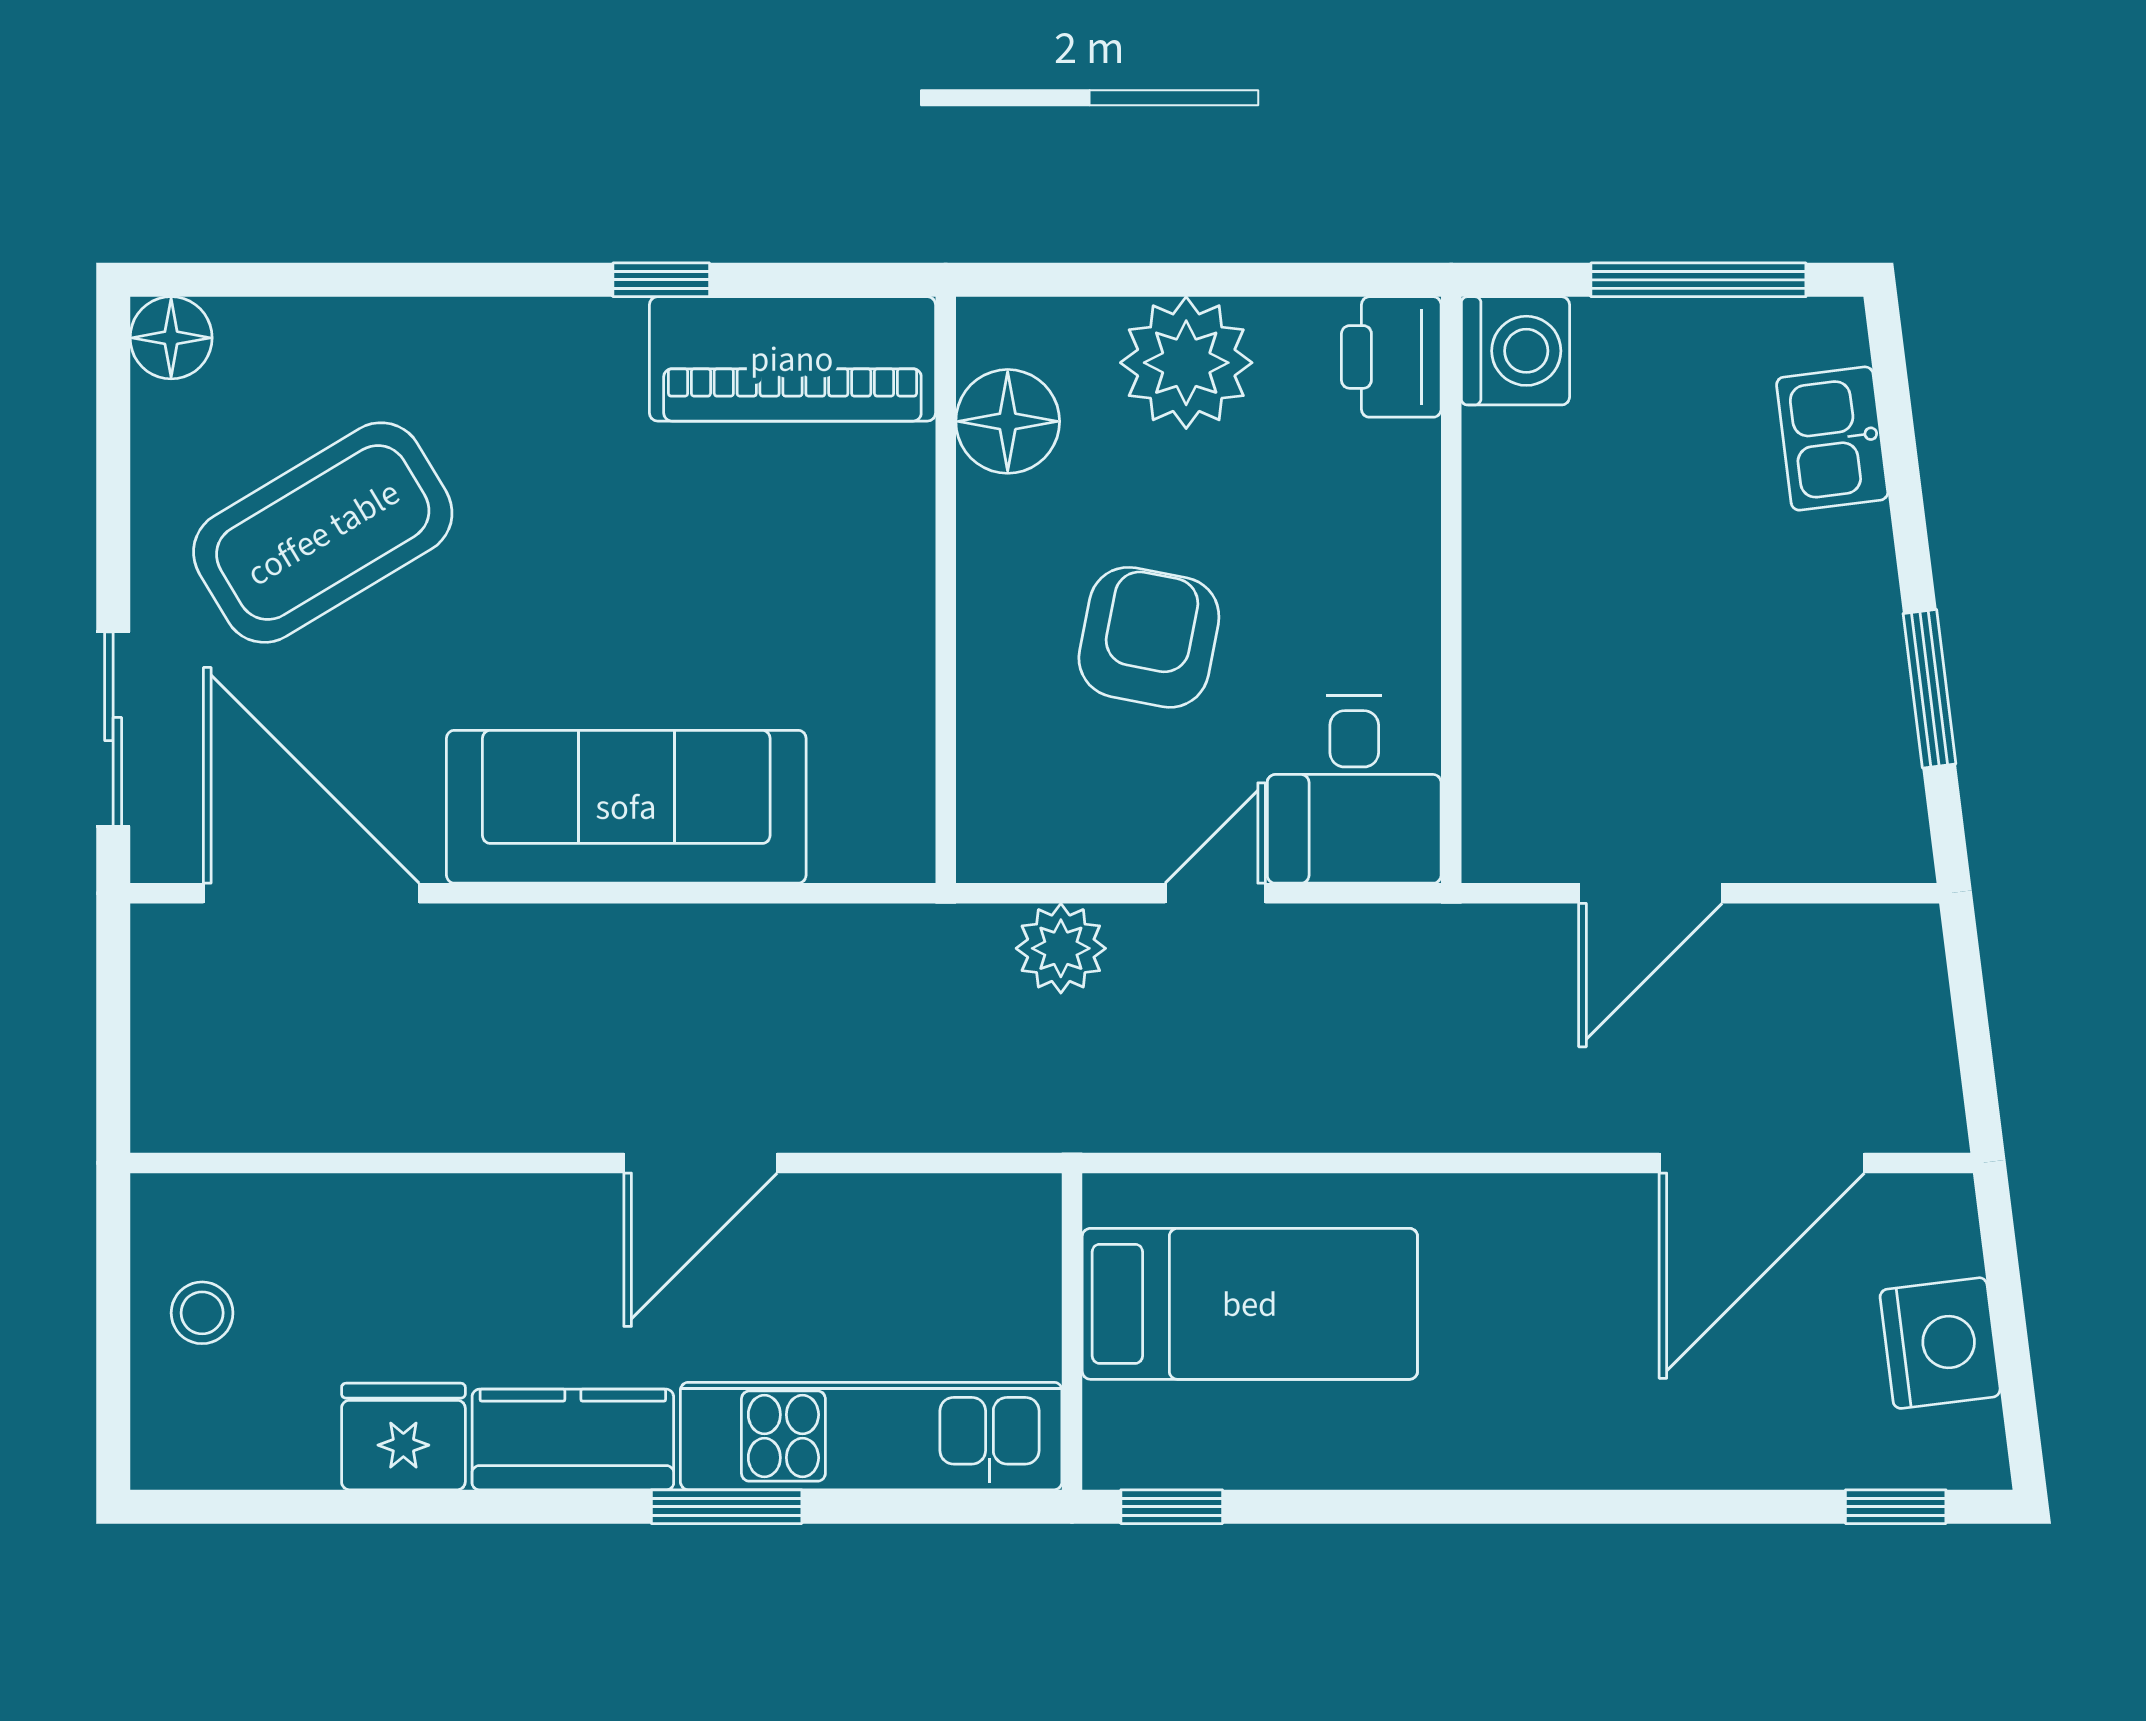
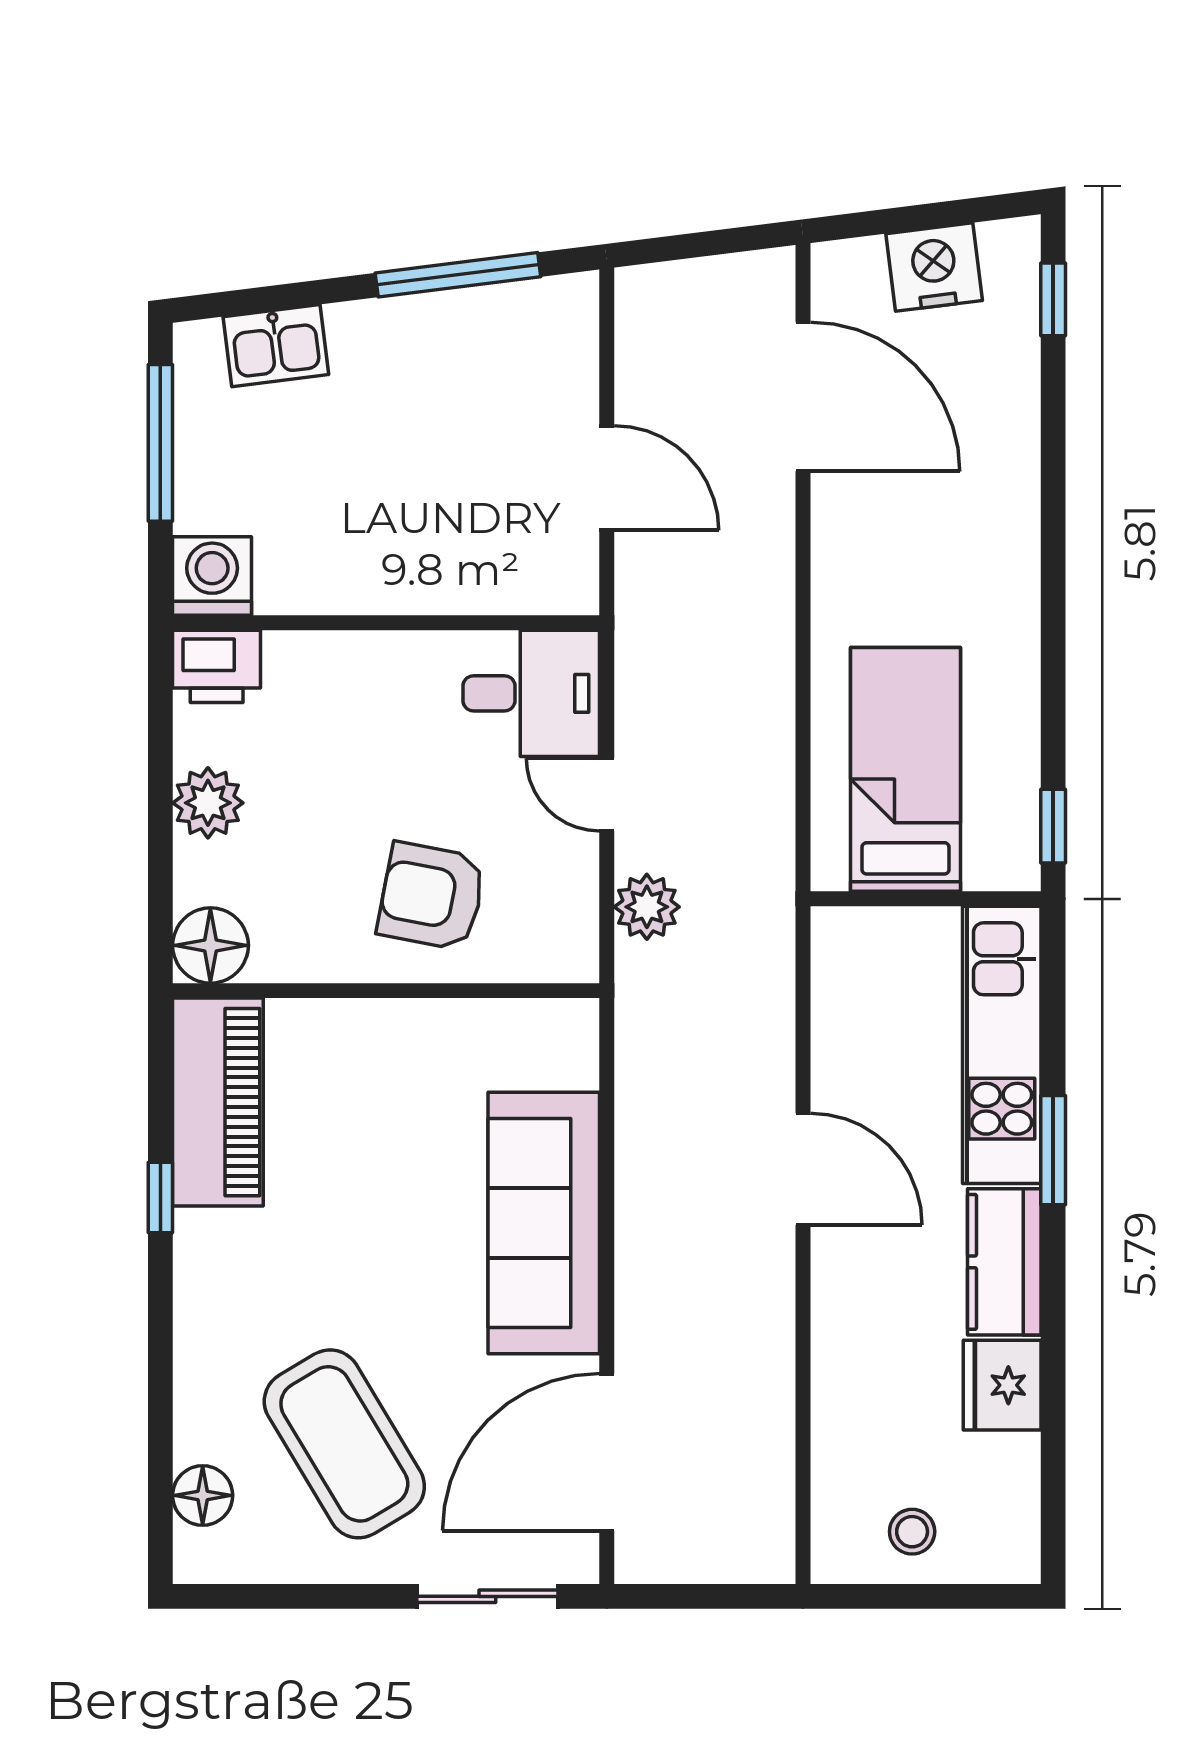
floor lamp: (171, 338) -> (203, 1495), moved
plant: (1186, 363) -> (208, 803), width x0.73, depth x0.73
floor lamp: (1008, 421) -> (210, 945), moved
armchair: (1149, 637) -> (432, 896), moved
window: (1929, 689) -> (458, 275), width x1.44

